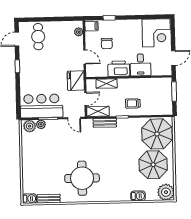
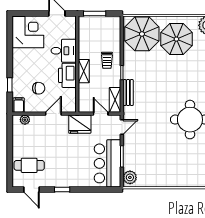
shelving: (107, 84) -> (84, 71), moved
plant: (41, 124) -> (128, 165), removed

